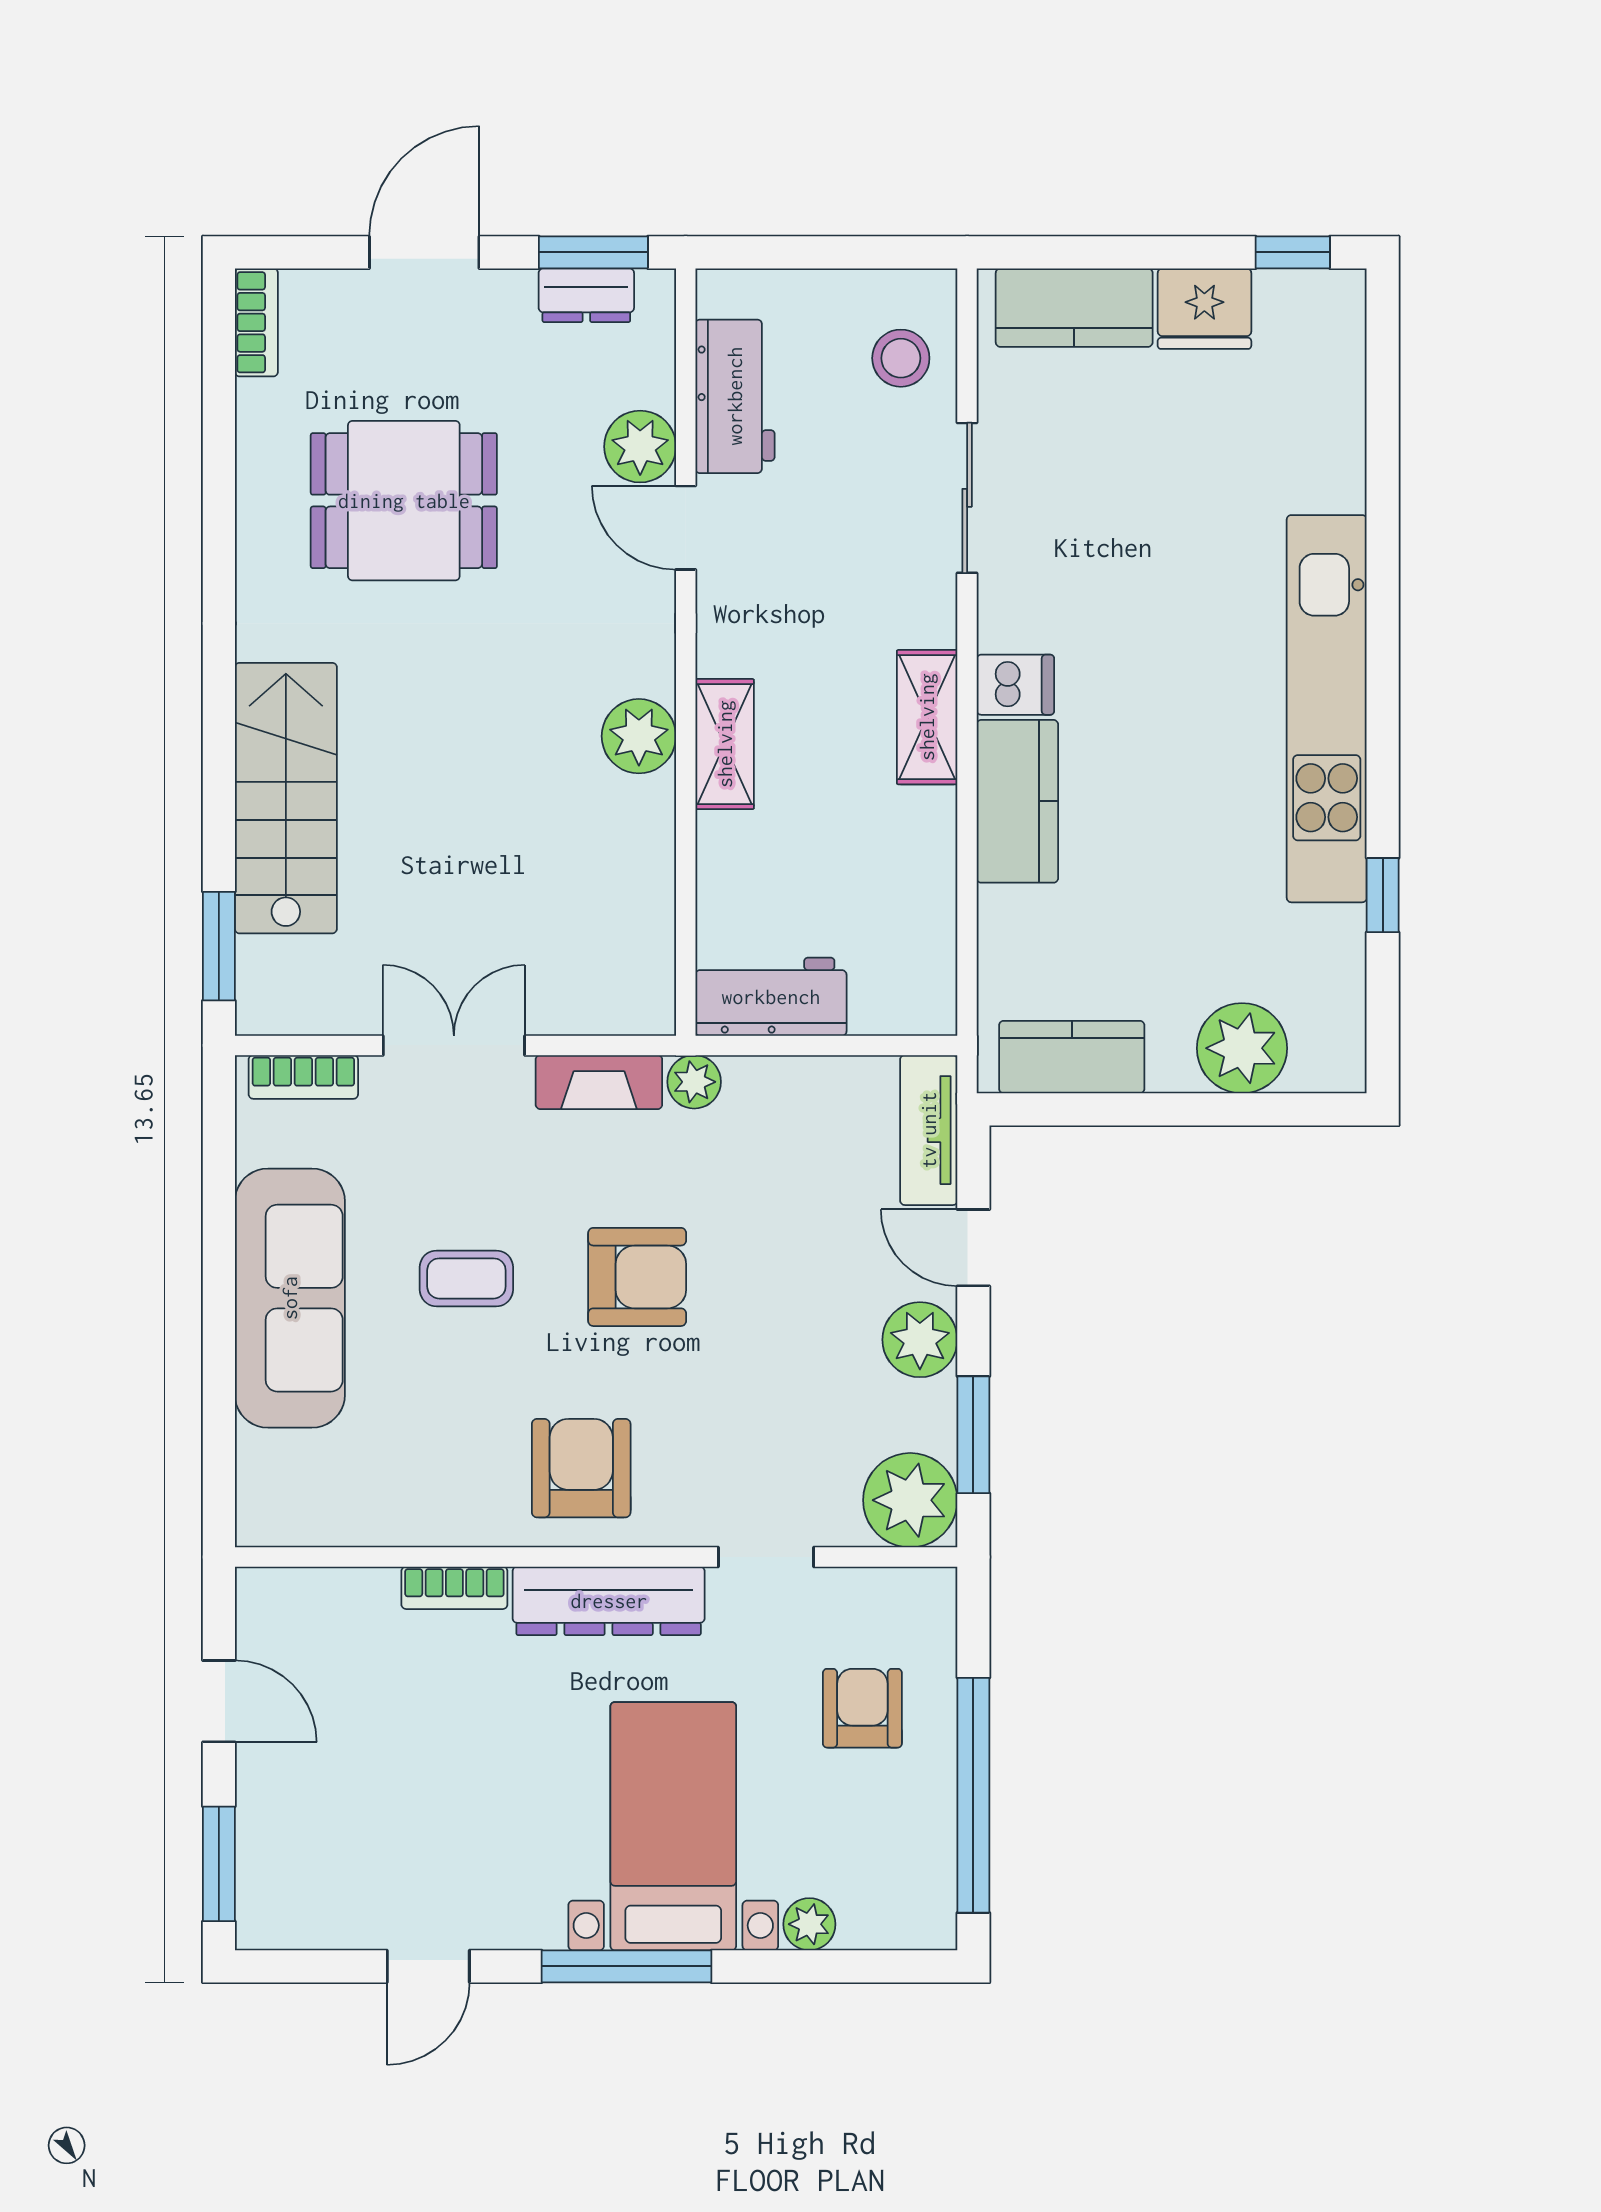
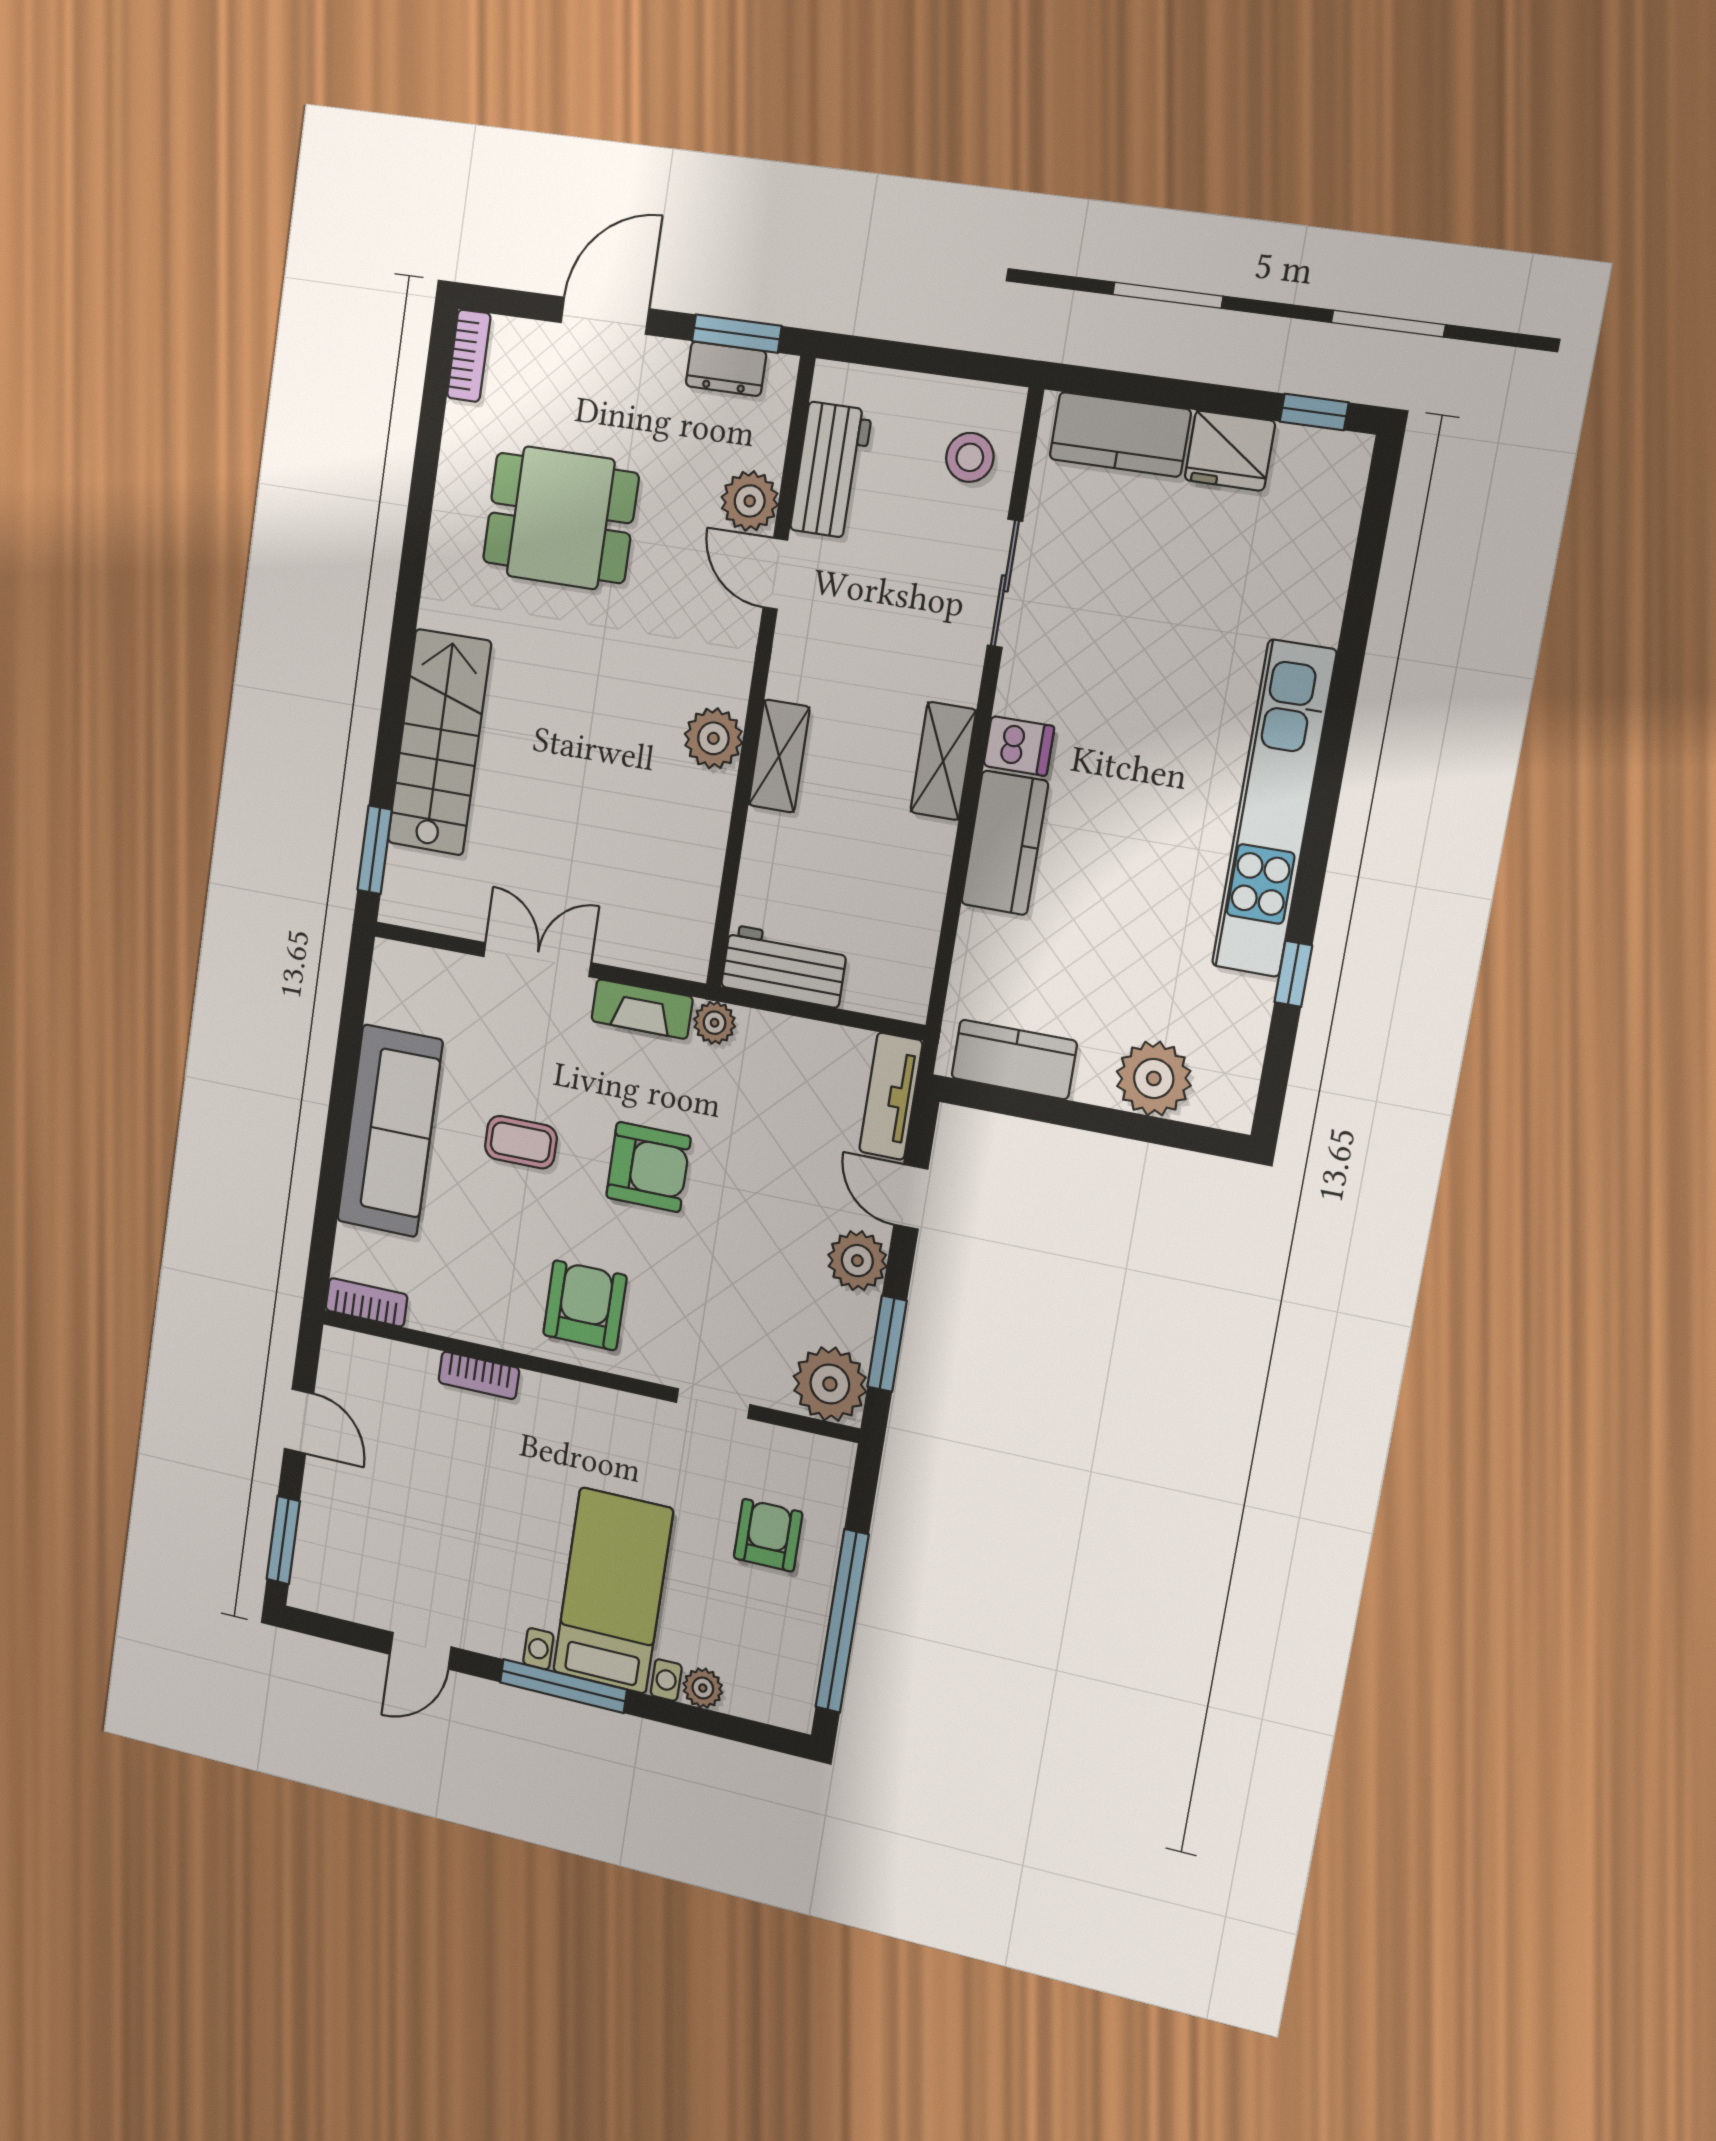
bookcase: (303, 1077) -> (366, 1302), moved, turned 180
dresser: (609, 1601) -> (590, 1411), removed

